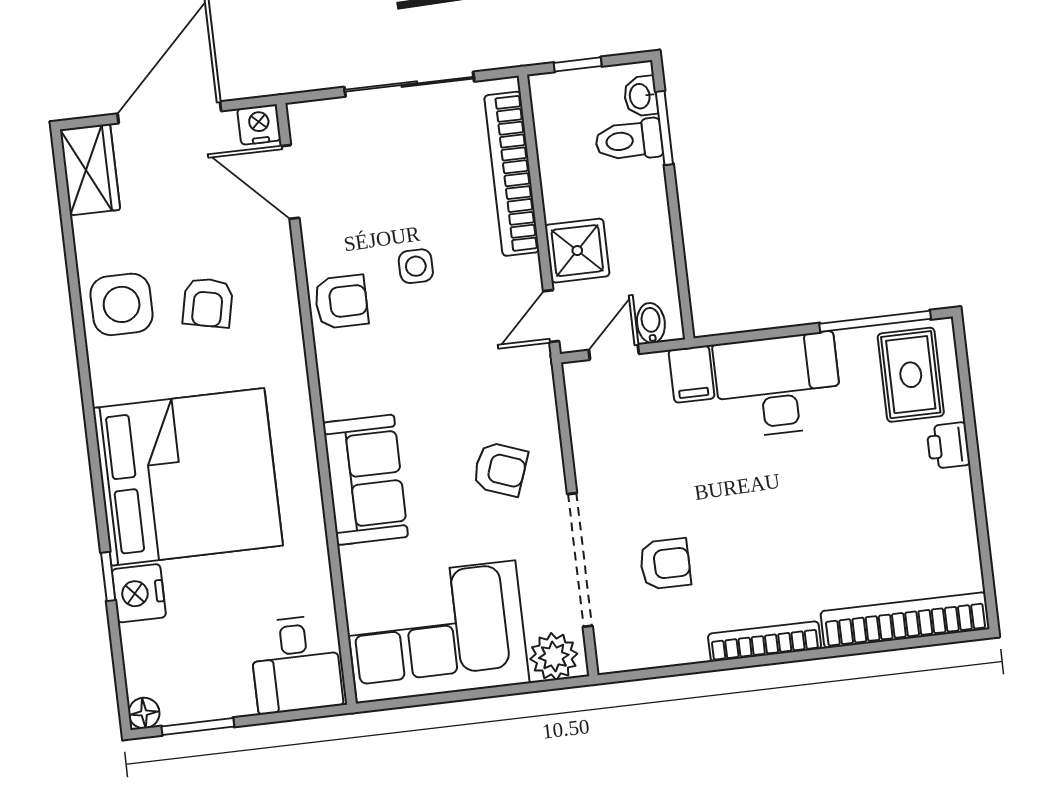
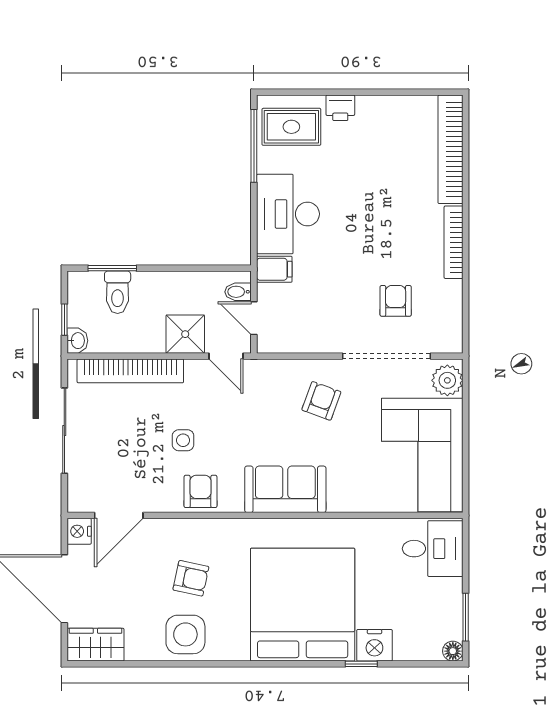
washbasin: (641, 96) -> (77, 341), moved, turned -90
sofa: (365, 480) -> (285, 489), moved

